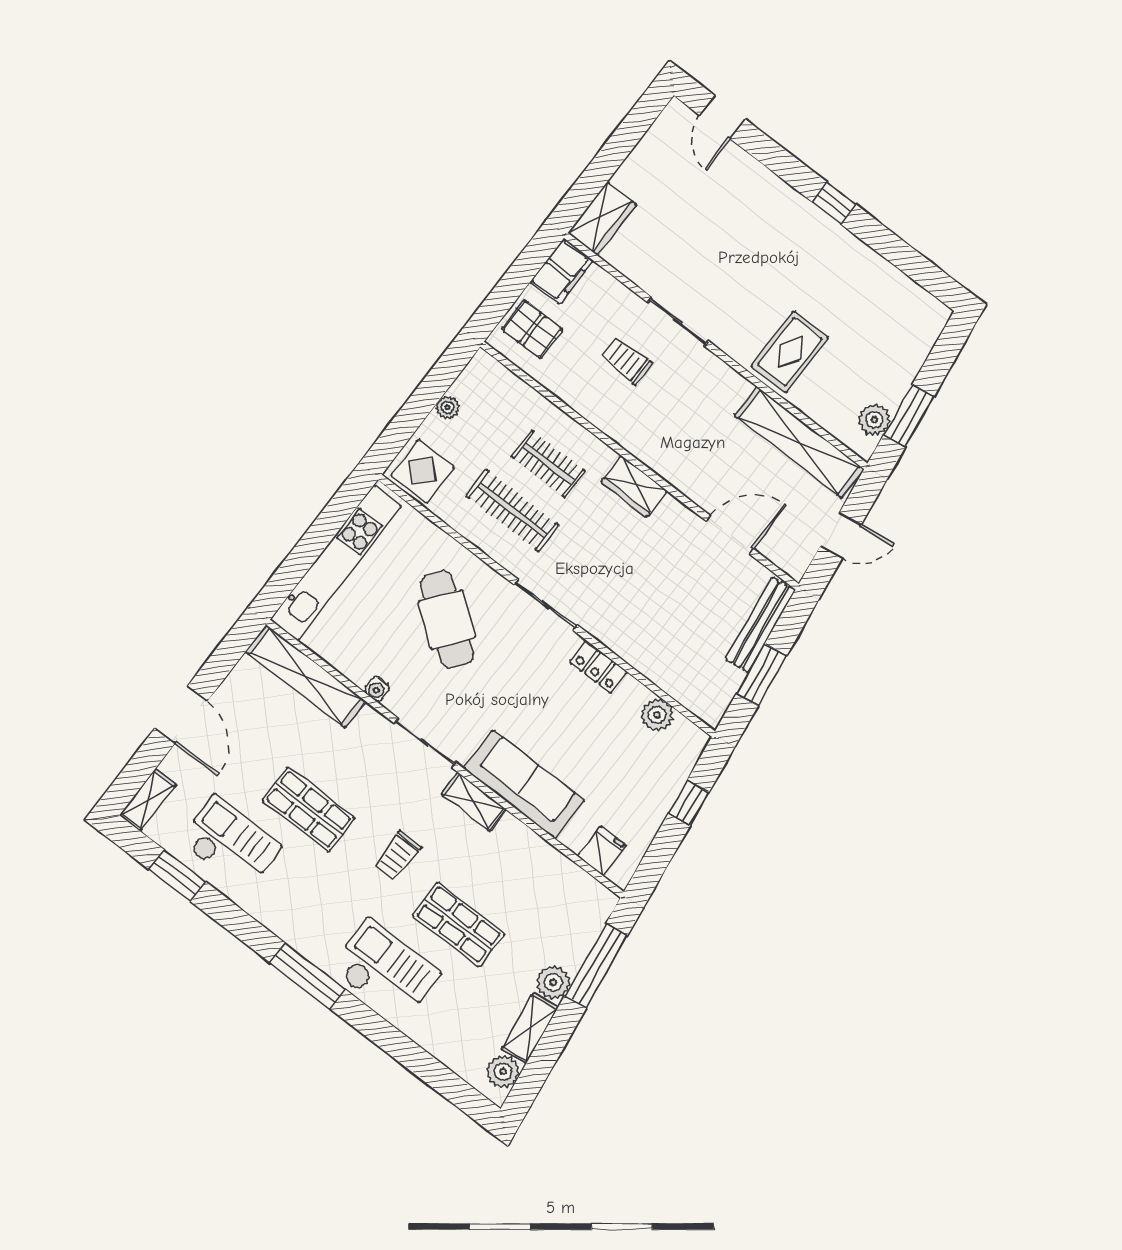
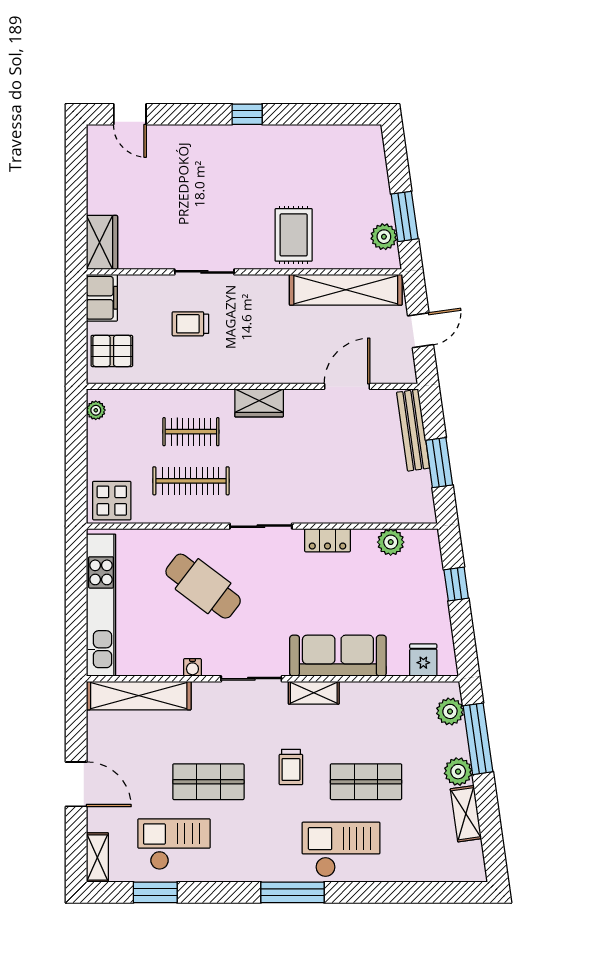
plant: (447, 407) -> (96, 410), moved
plant: (503, 1072) -> (450, 711), moved

